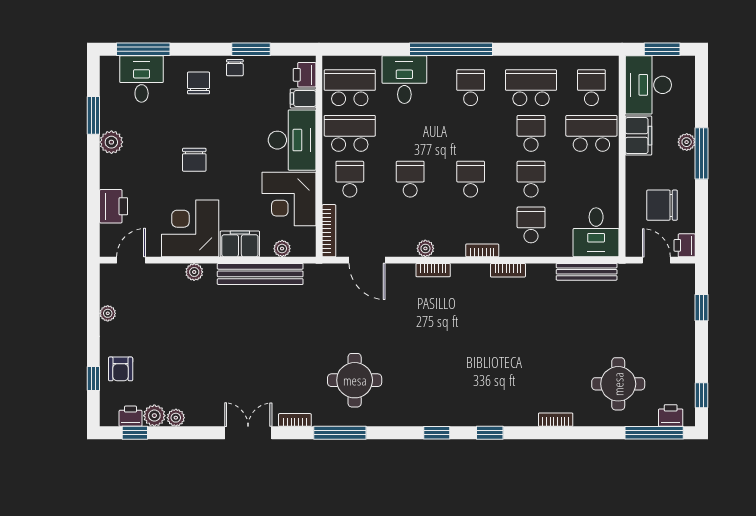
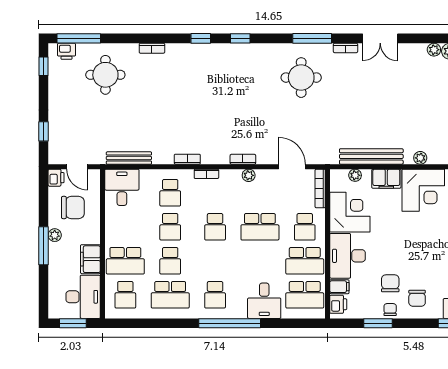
plant: (687, 142) -> (55, 235), moved
chair: (194, 160) -> (390, 283), moved
school desk: (410, 179) -> (260, 227), width x1.85

